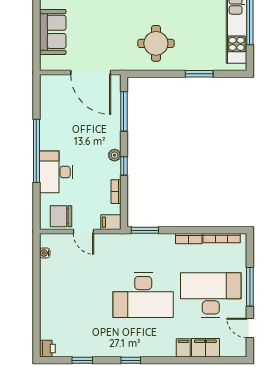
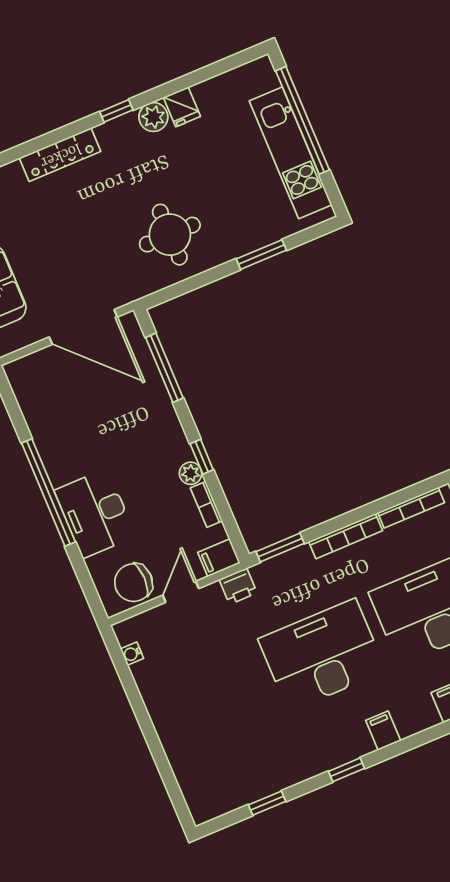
plant: (115, 155) -> (191, 473), moved
door: (84, 231) -> (181, 592), swing flipped
bookcase: (189, 239) -> (346, 536), width x1.56
desk: (143, 295) -> (322, 655), turned 180
filing cabinet: (183, 348) -> (383, 731), moved
printer: (47, 349) -> (238, 586), moved, turned 90

